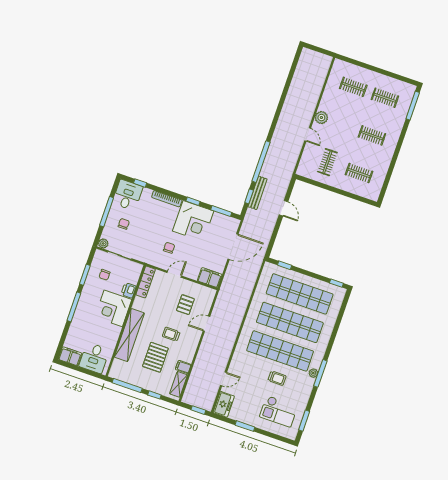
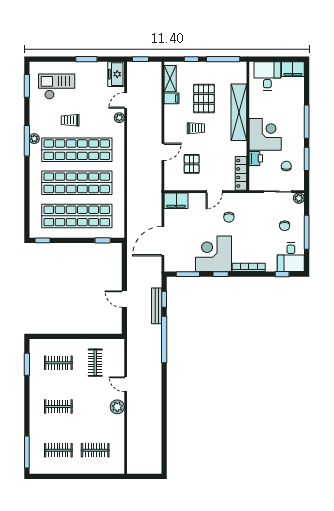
window: (387, 181) -> (27, 364), added
plant: (234, 366) -> (119, 118), added

